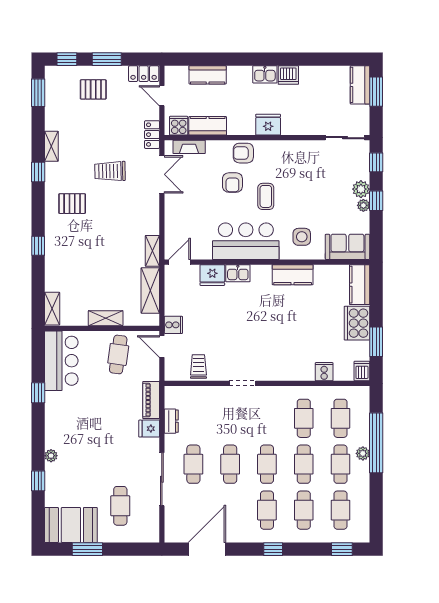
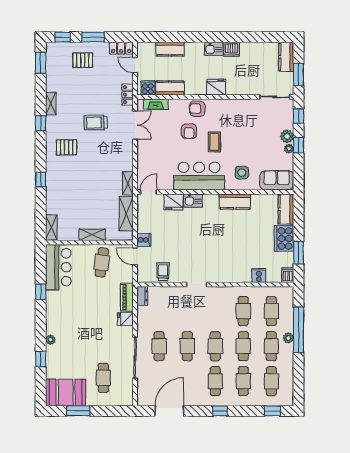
window: (376, 92) -> (299, 75), moved
dresser: (171, 421) -> (142, 296), moved

